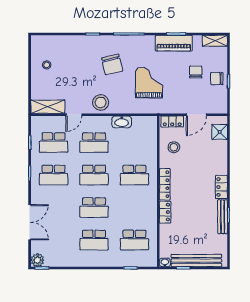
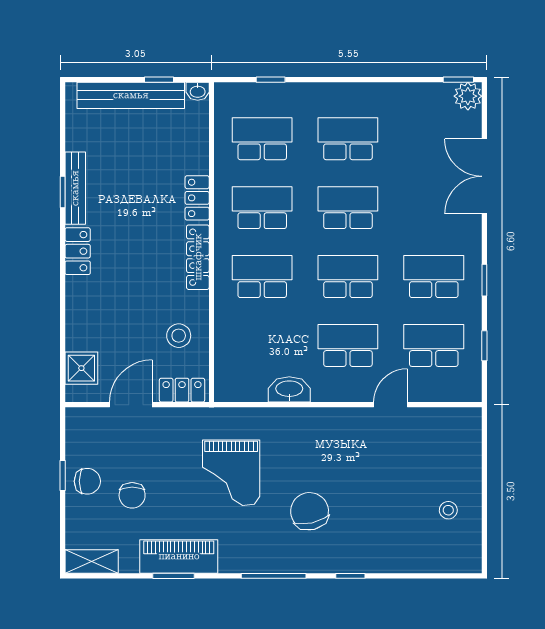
stool: (101, 103) -> (334, 430), removed
shelving: (48, 107) -> (446, 421), removed
school desk: (134, 208) -> (262, 208), added

